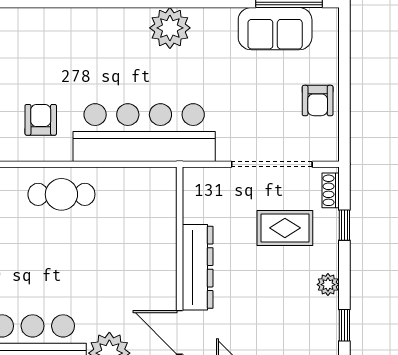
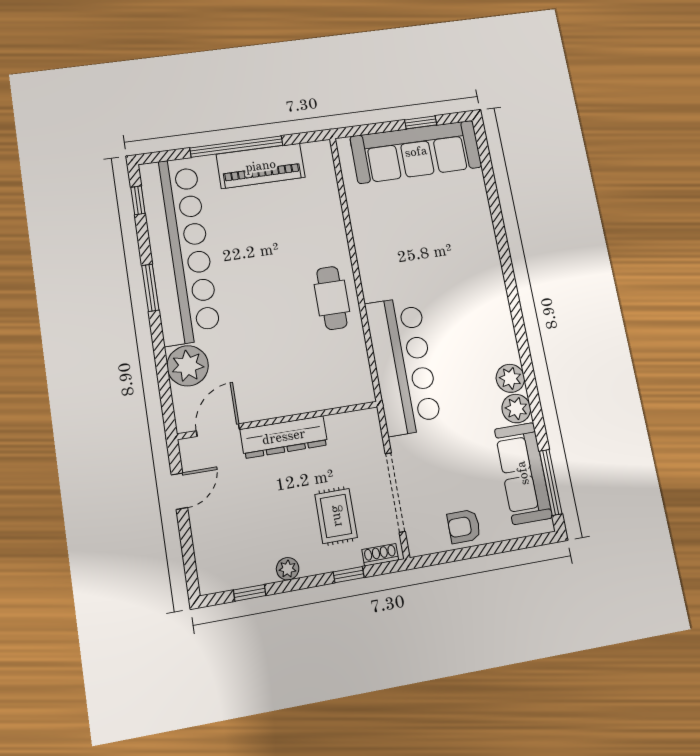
plant: (208, 23) -> (516, 409), added
plant: (170, 28) -> (510, 378), width x0.73, depth x0.73
sofa: (275, 29) -> (523, 473), width x1.36
armchair: (41, 120) -> (398, 269), removed

